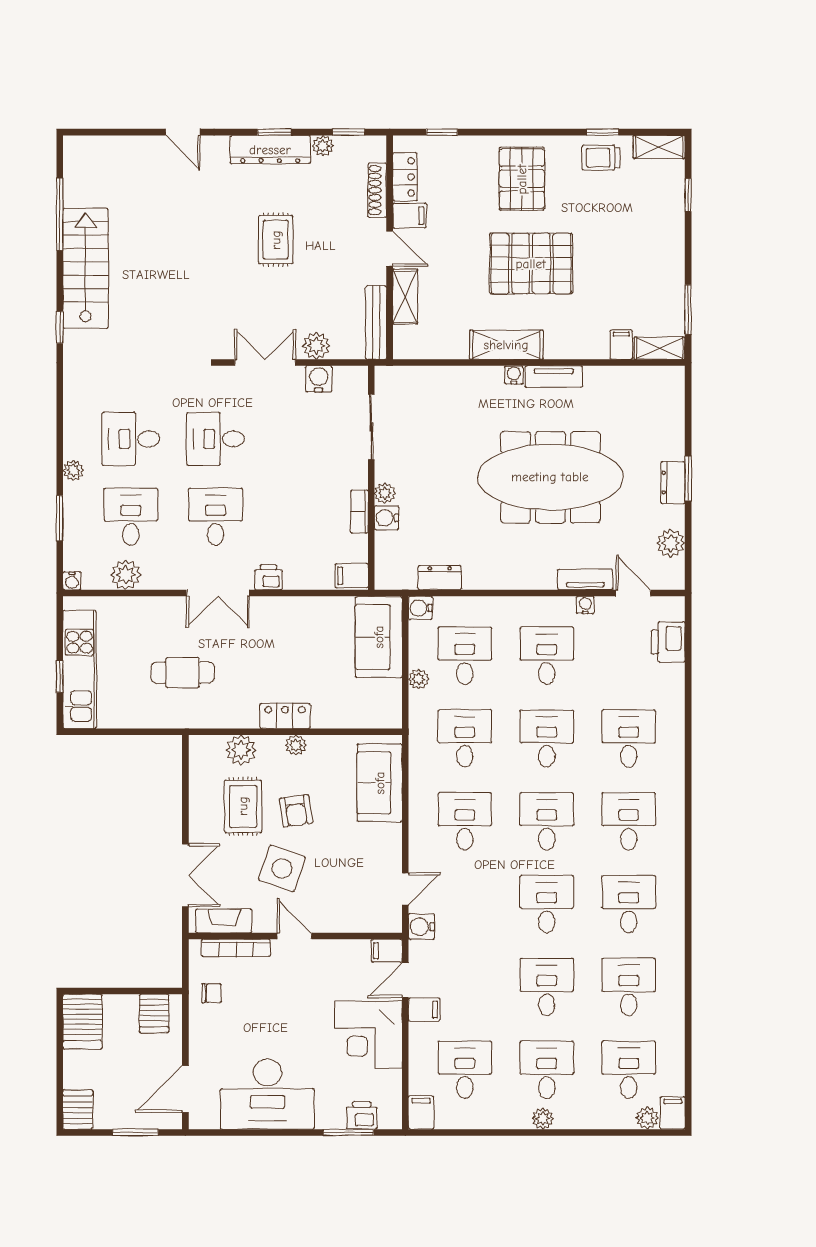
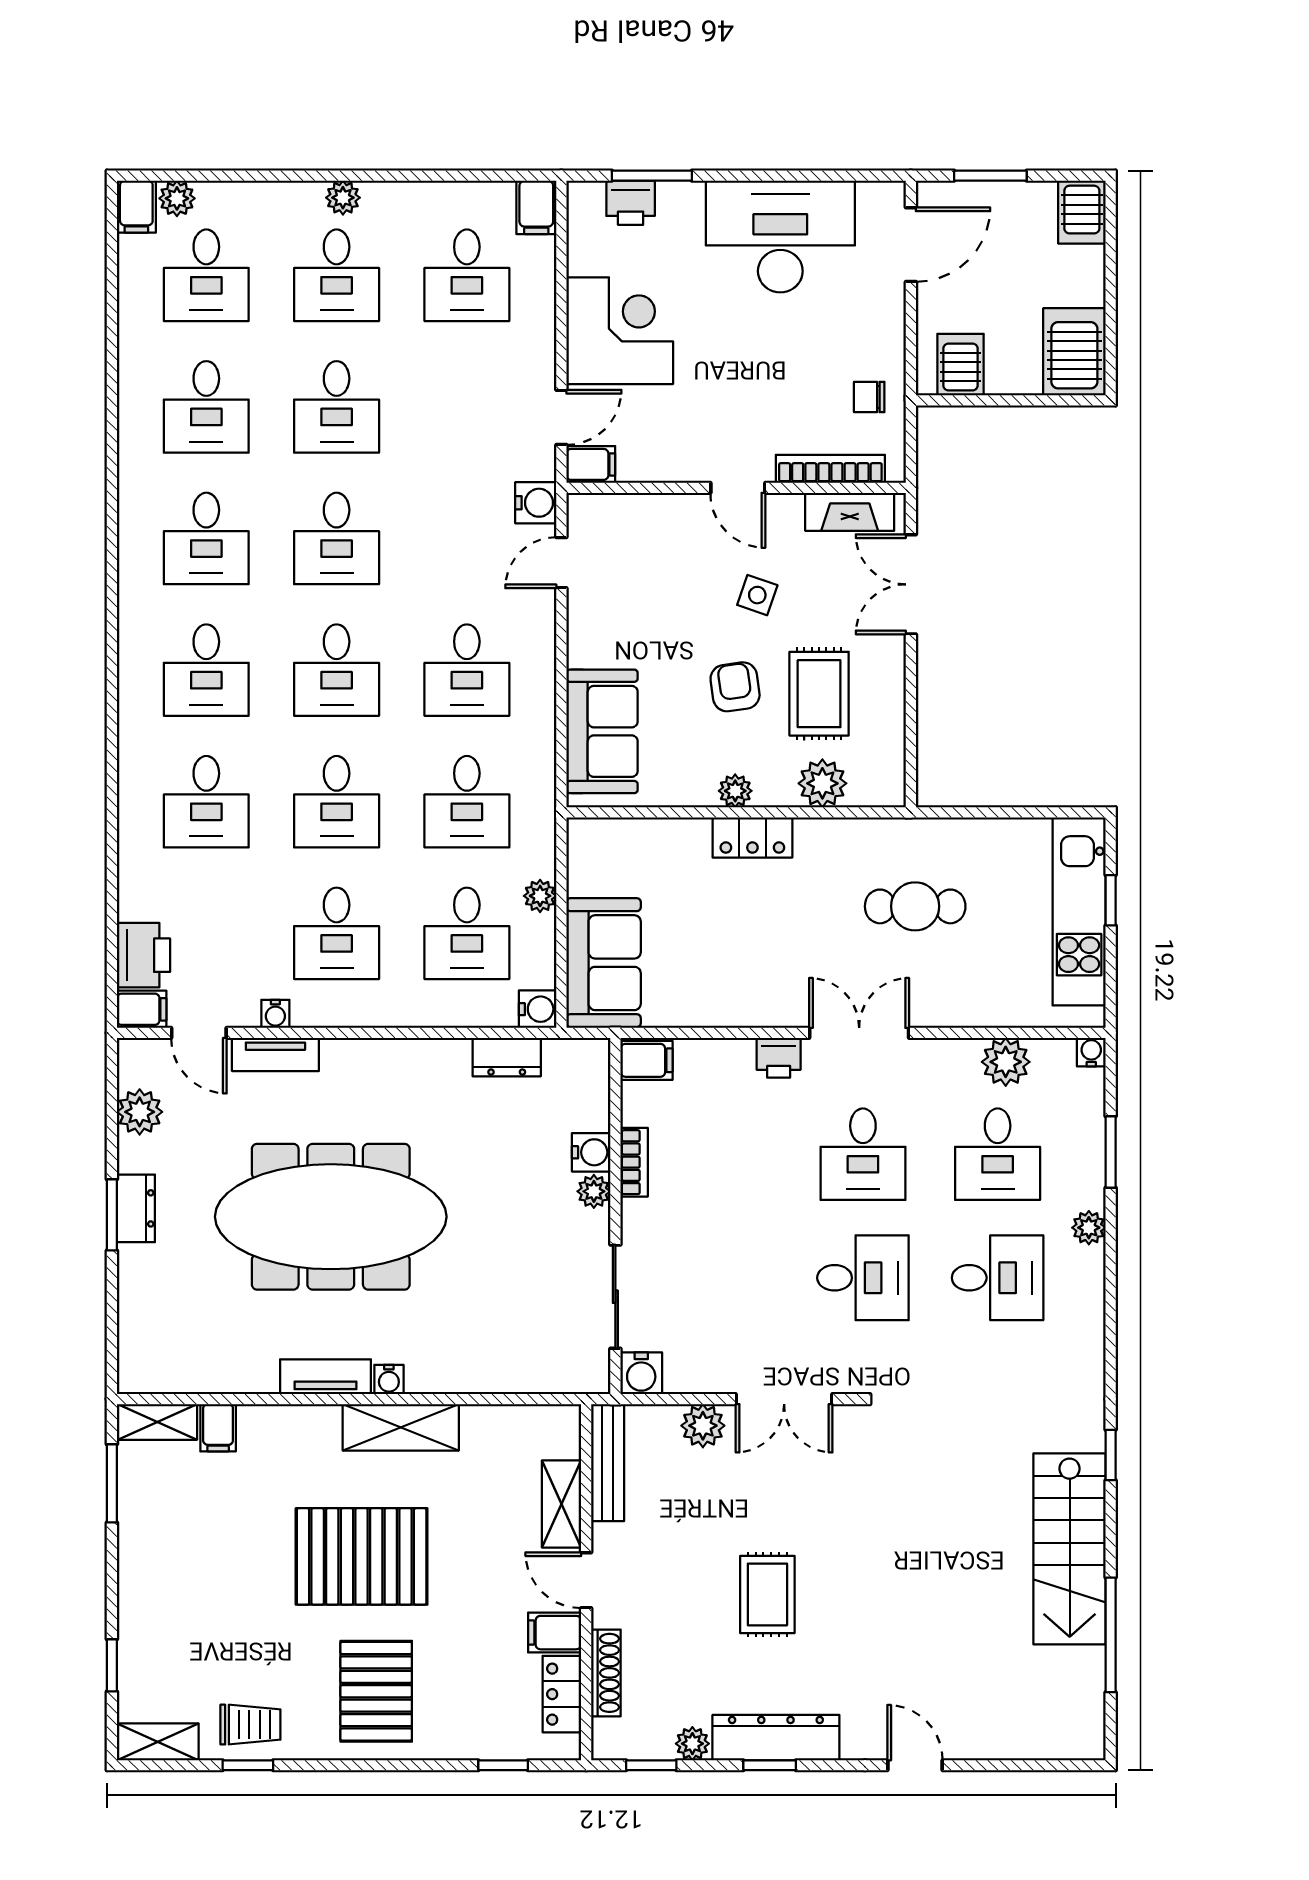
water cooler: (319, 379) -> (641, 1373), moved
side table: (282, 868) -> (757, 595), width x0.54, depth x0.54
filing cabinet: (424, 1009) -> (142, 1009), moved, turned 180

